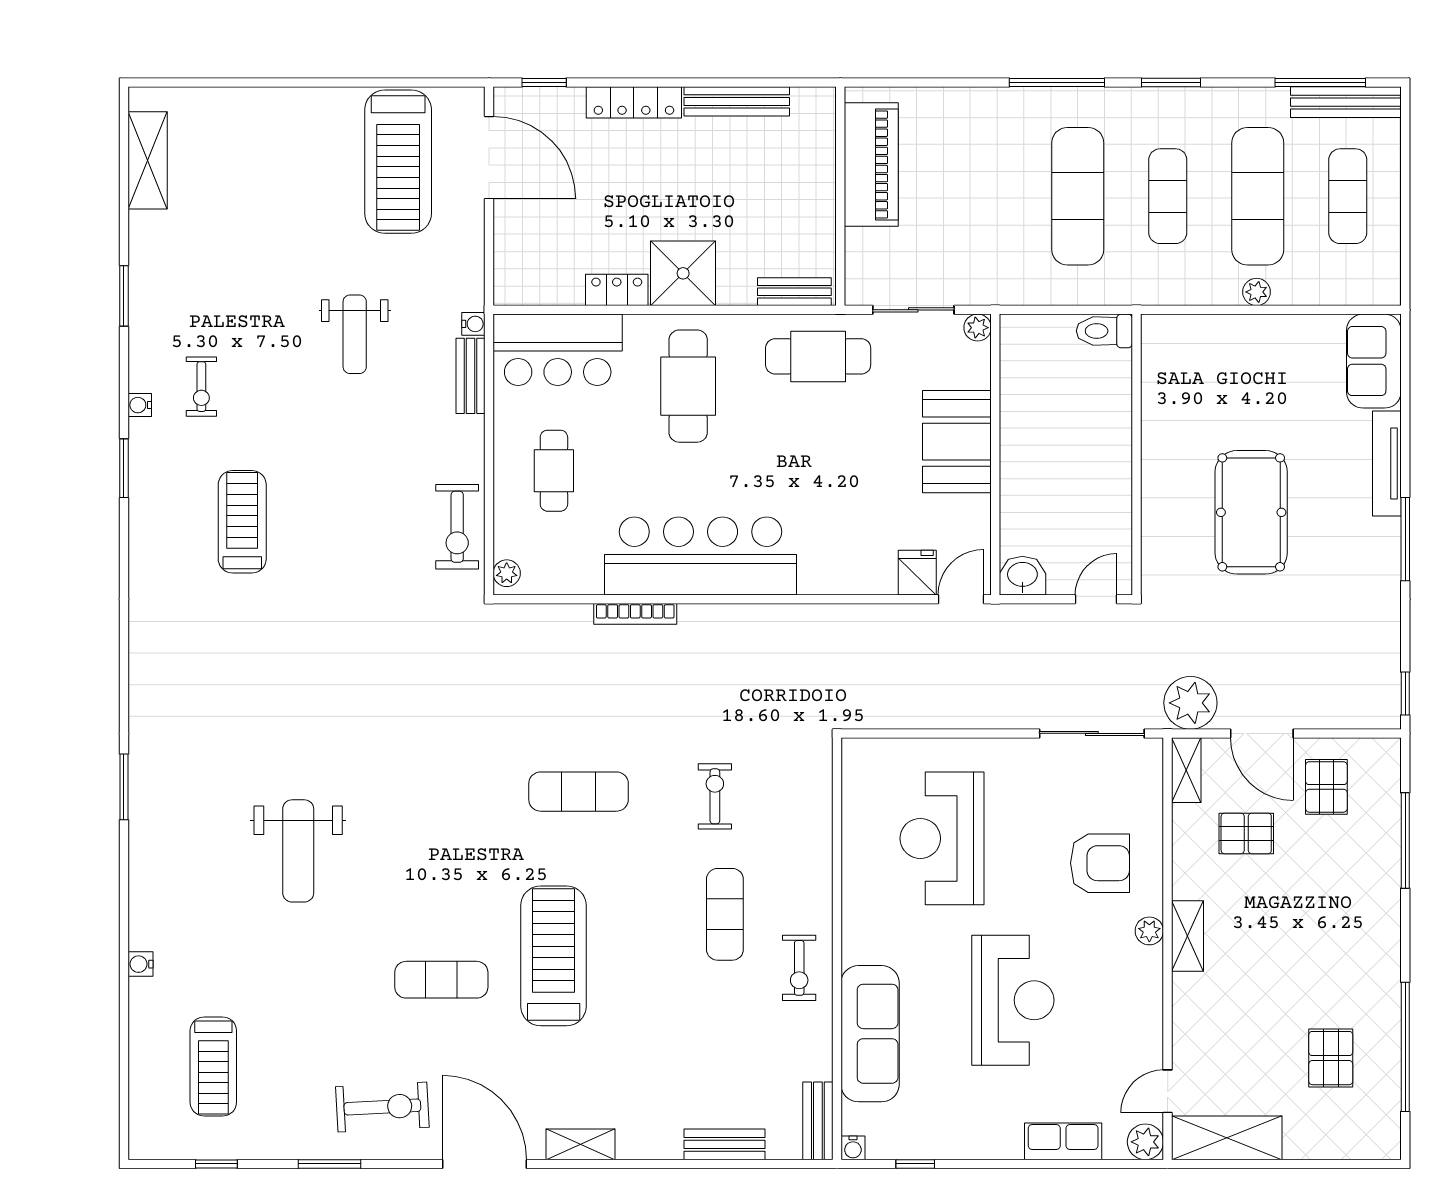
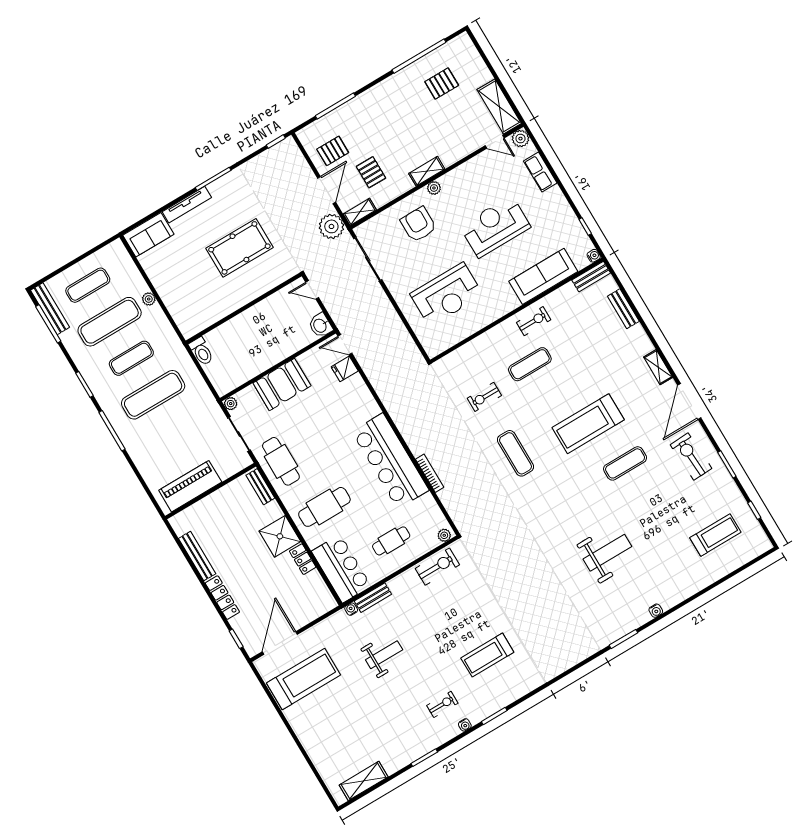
water cooler: (140, 964) -> (656, 611), moved
exercise mat: (441, 980) -> (625, 463), turned 90

